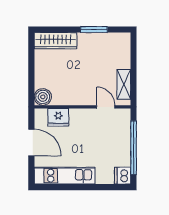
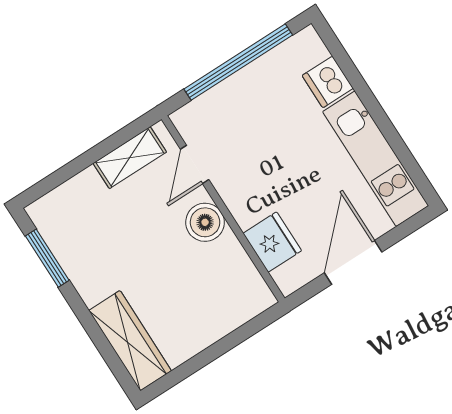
window: (94, 30) -> (47, 258), moved
boiler: (43, 97) -> (205, 222), moved
dishwasher: (123, 176) -> (328, 82), moved, turned 90

